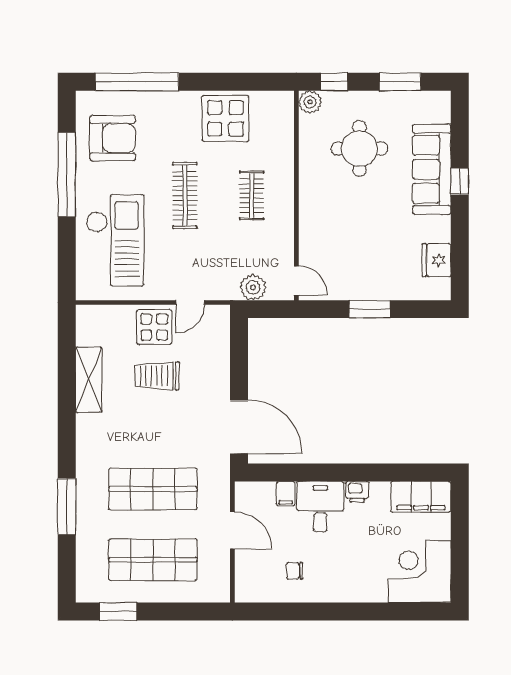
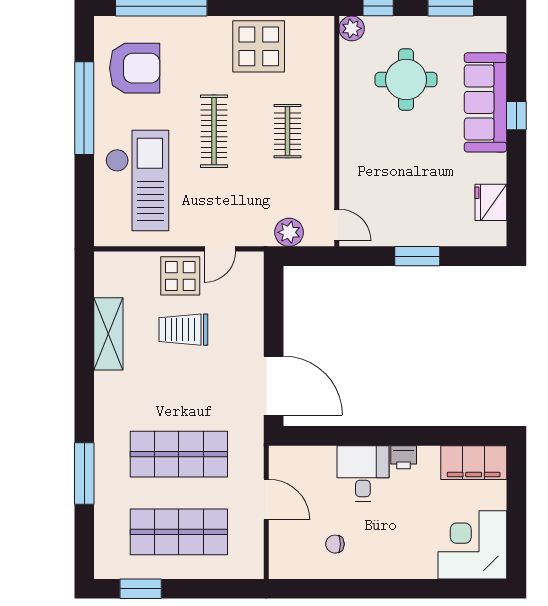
filing cabinet: (286, 494) -> (325, 459), removed

